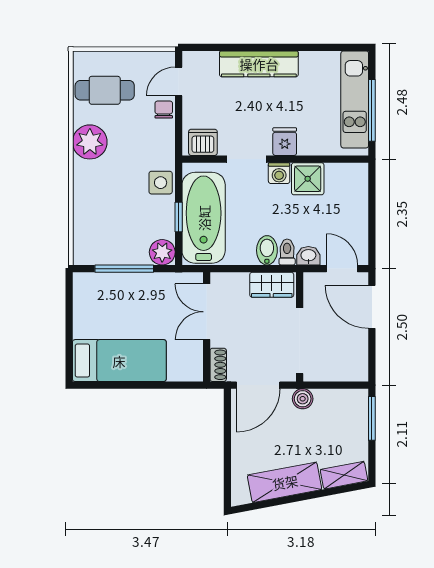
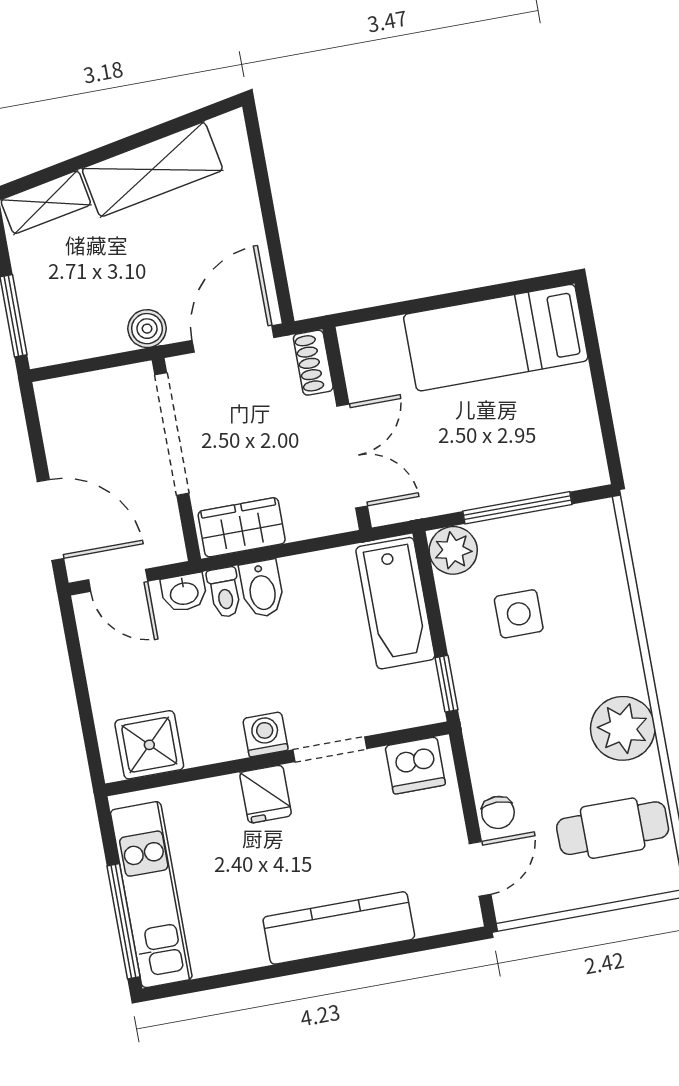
window: (372, 110) -> (123, 921), moved
shower: (308, 179) -> (149, 745), moved
side table: (161, 183) -> (519, 614), moved
window: (179, 217) -> (446, 684), moved
bathtub: (204, 218) -> (395, 603), width x0.73, depth x0.73

